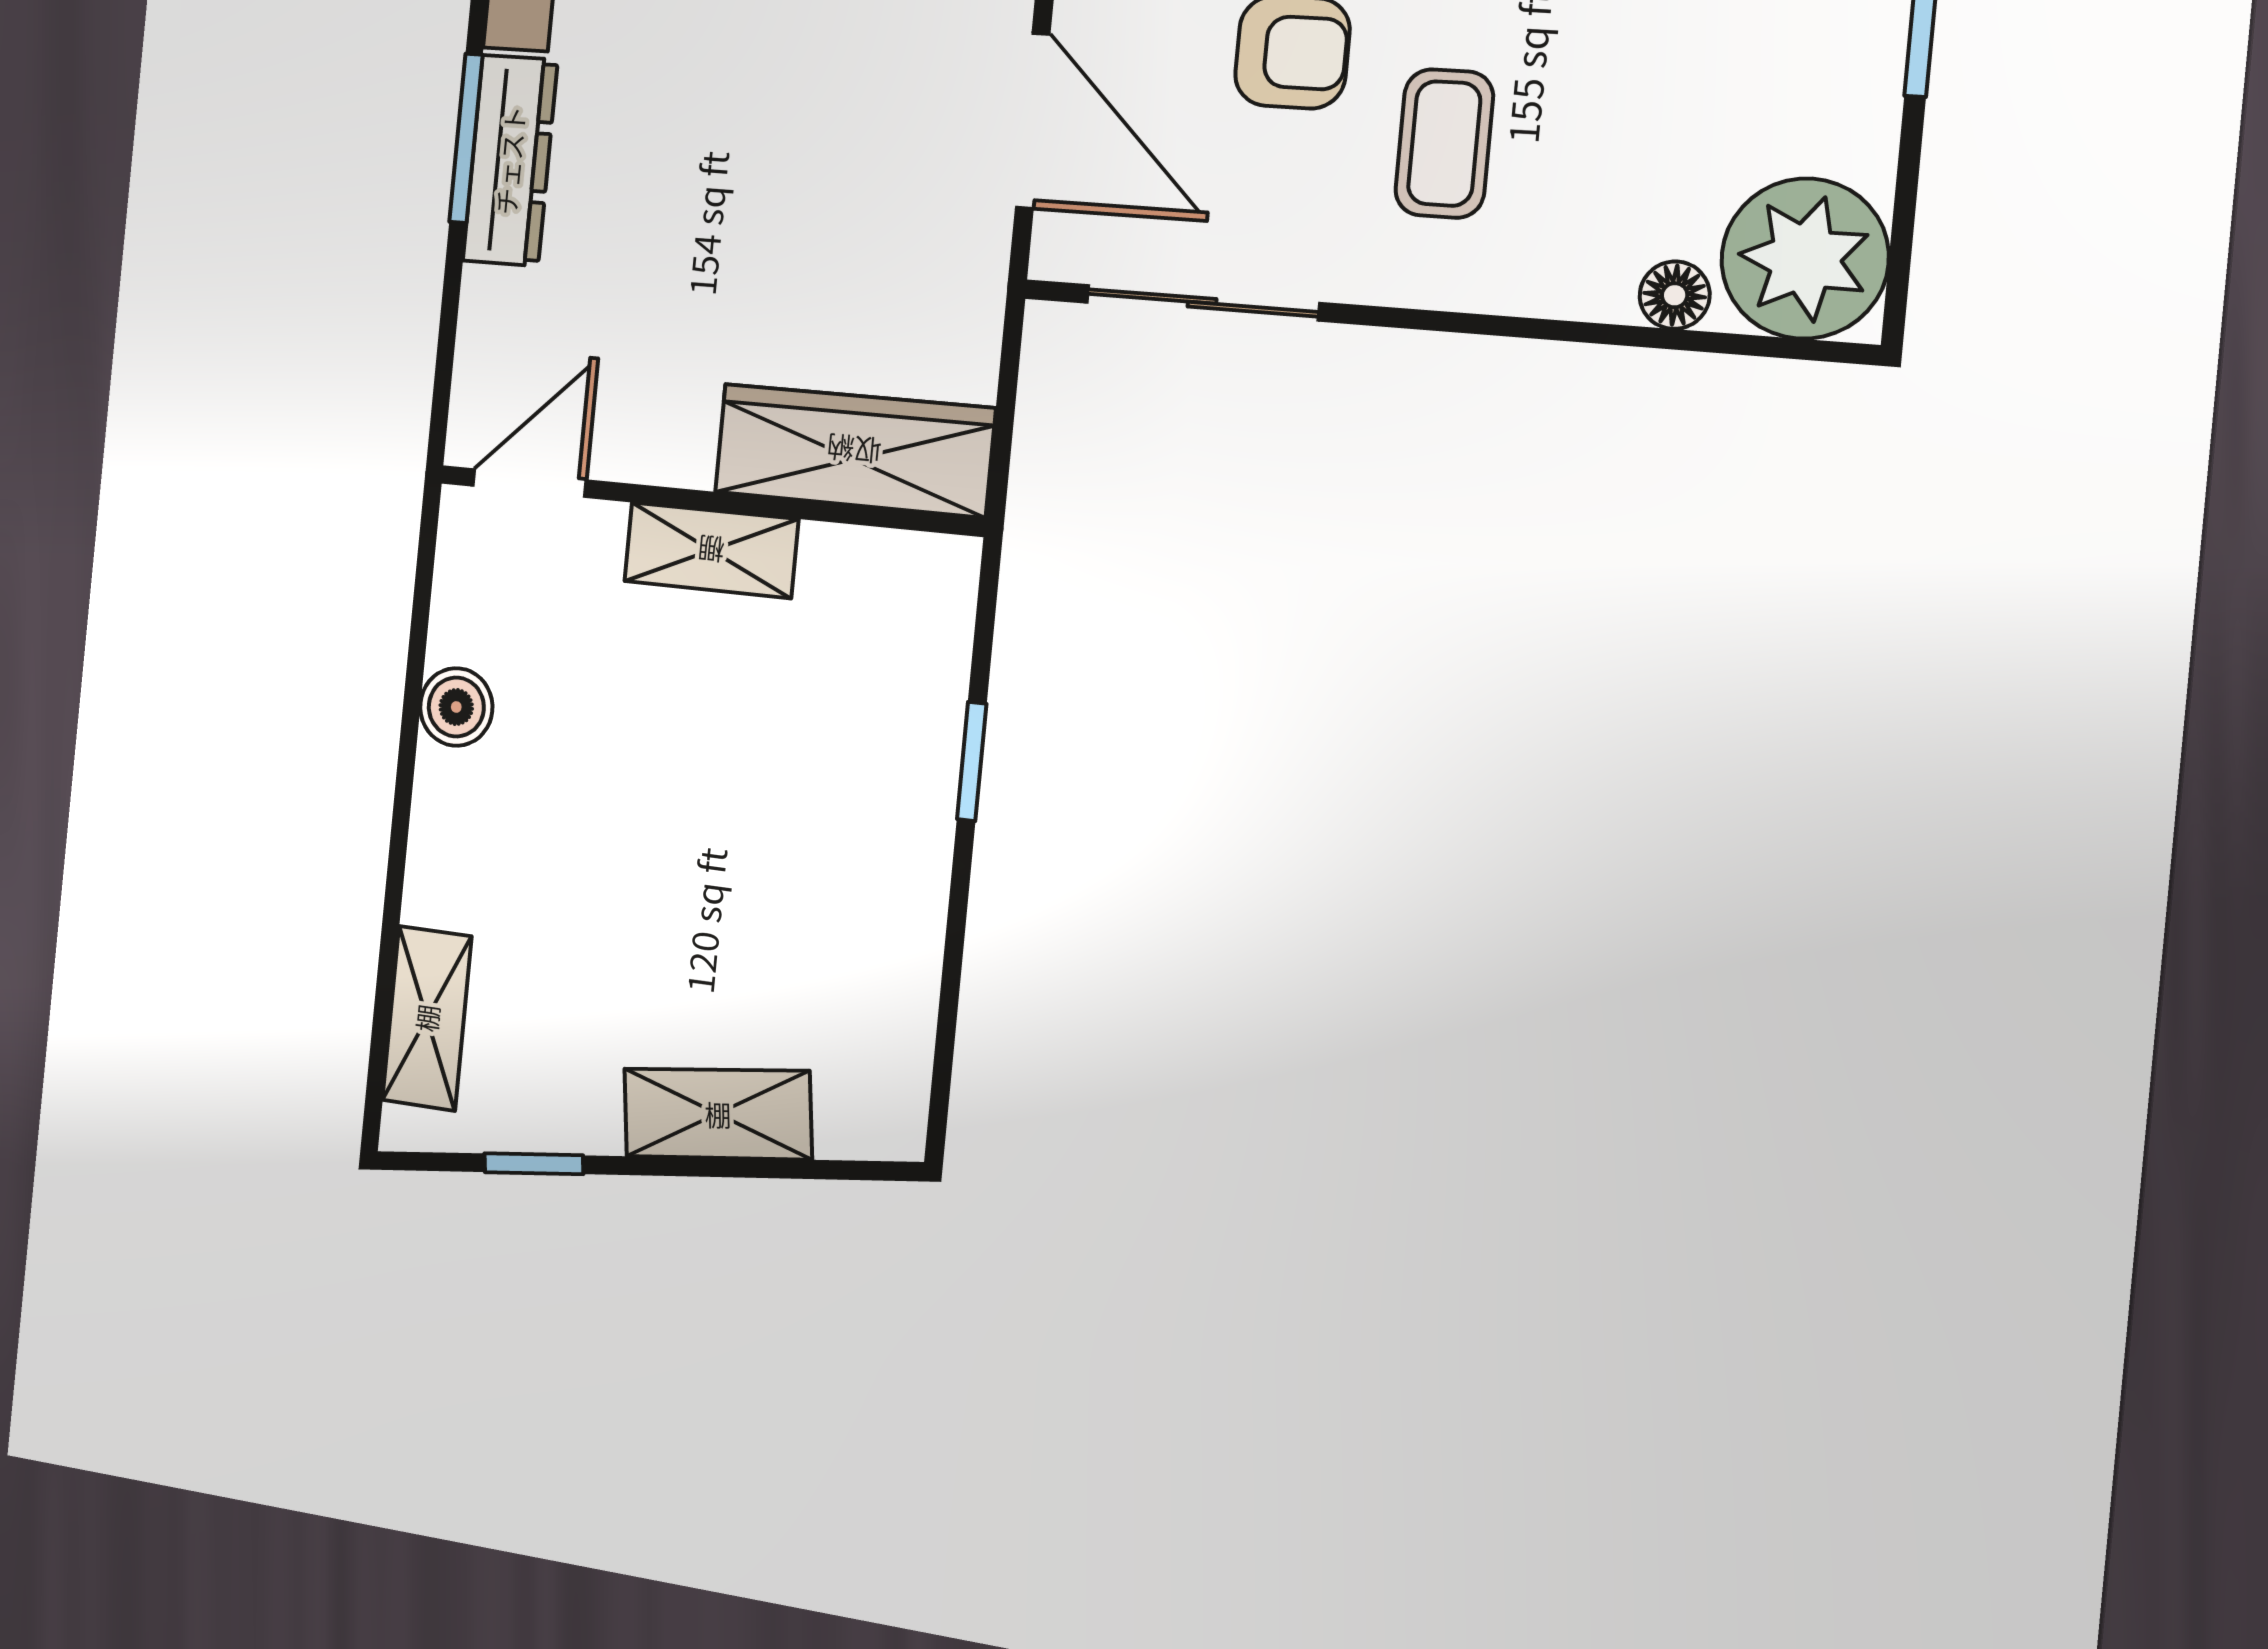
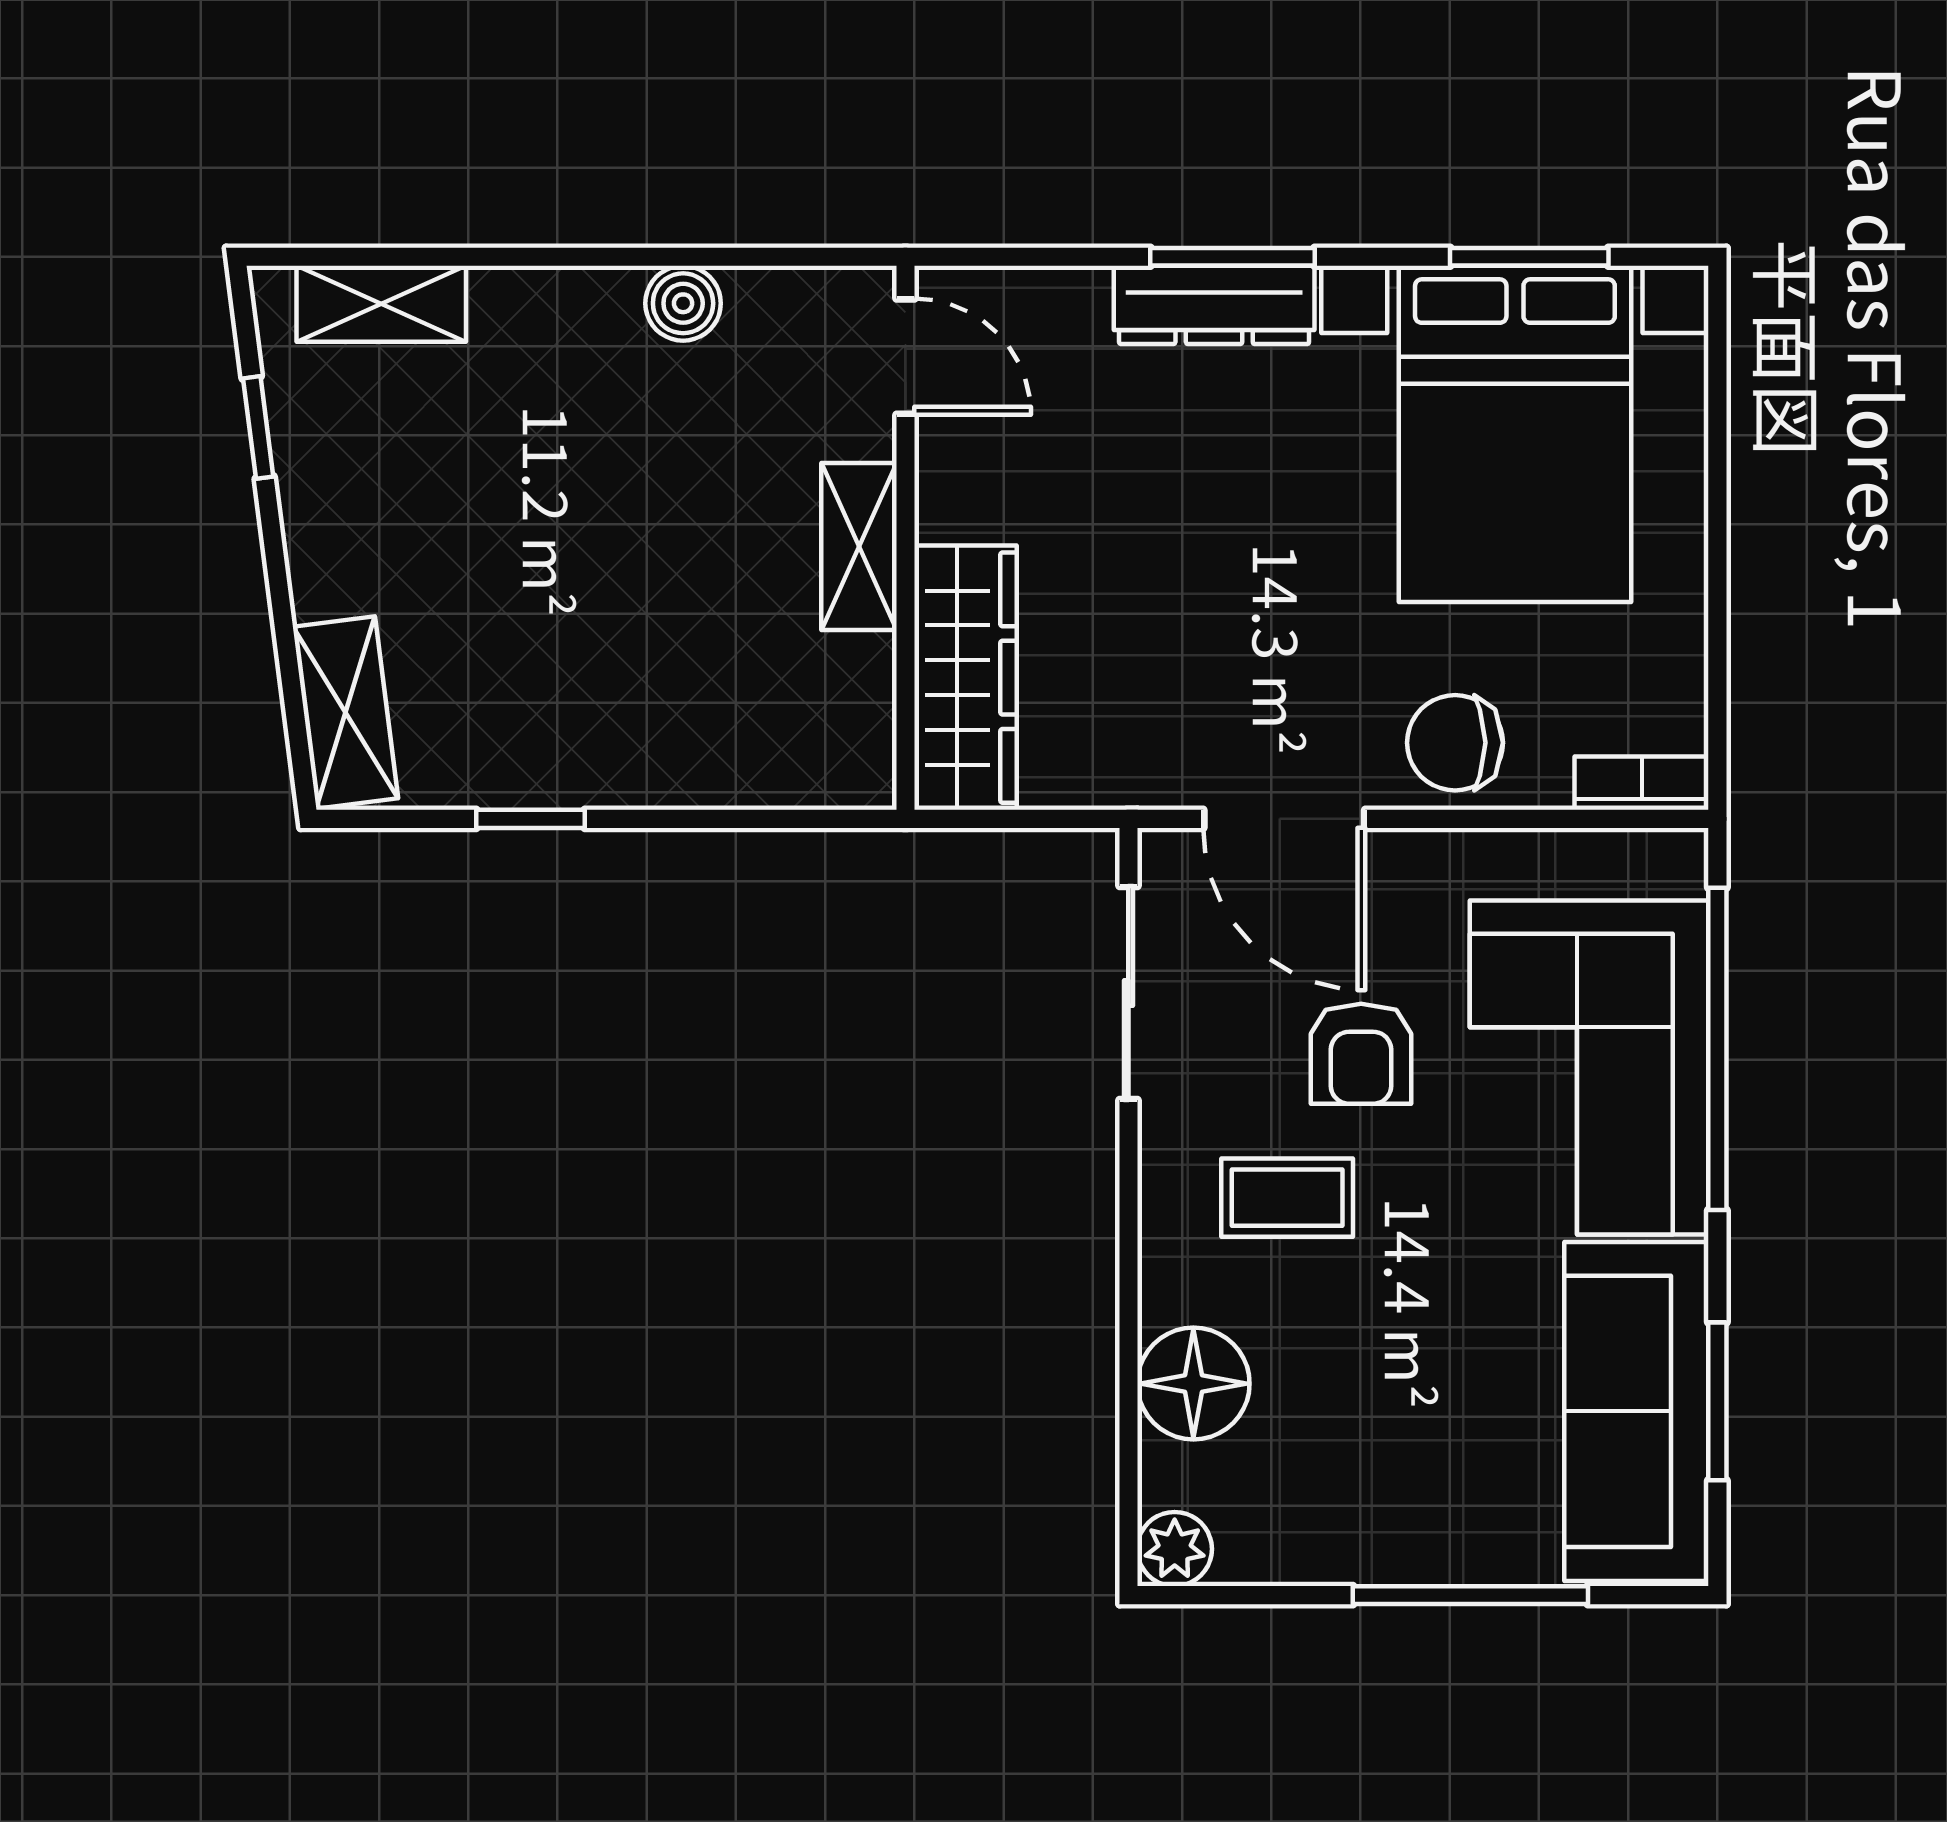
door: (1033, 121) -> (1284, 819), hinge flipped
plant: (1805, 259) -> (1175, 1549), width x0.53, depth x0.53
floor lamp: (1675, 295) -> (1193, 1384), width x1.89, depth x1.89
window: (972, 761) -> (530, 819), moved
shelving: (718, 1114) -> (346, 713), moved

